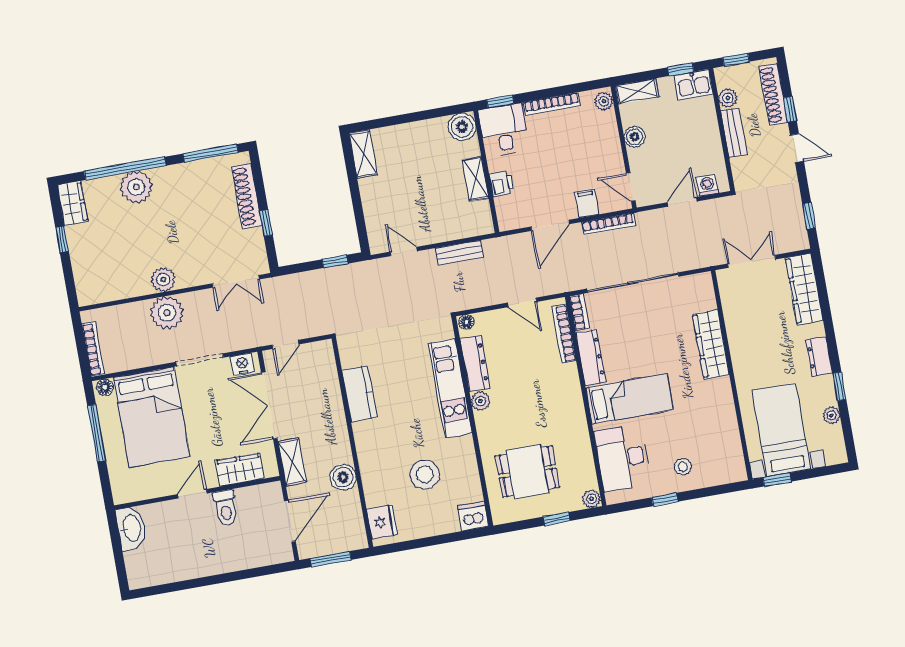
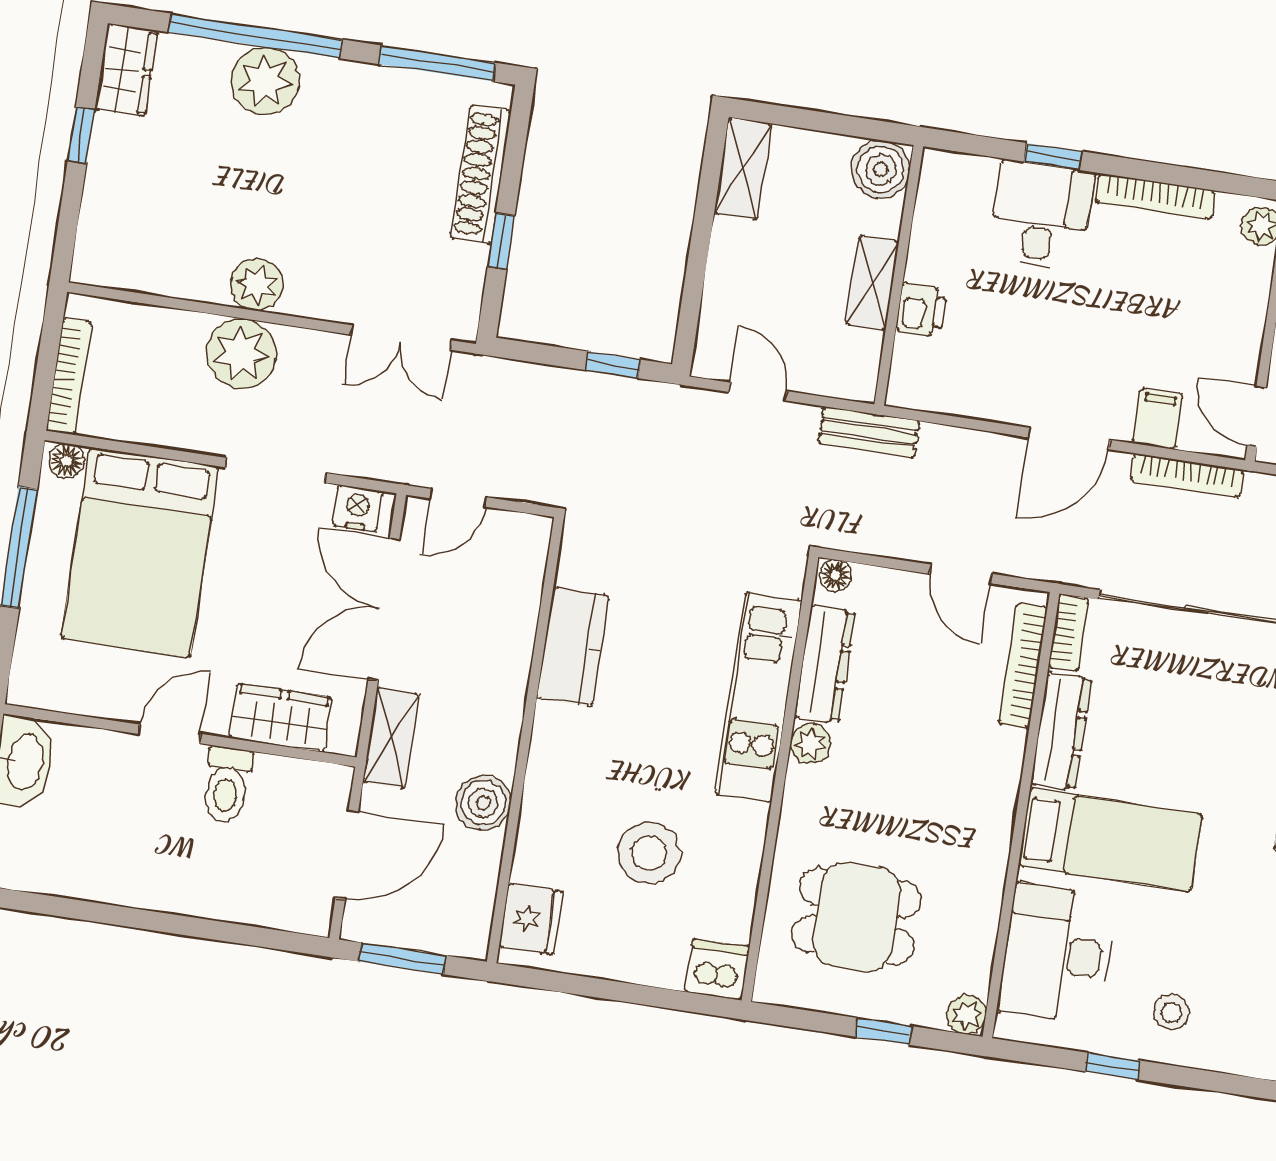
boiler: (462, 127) -> (881, 169), moved
wall: (486, 172) -> (899, 275), moved
shelving: (476, 179) -> (872, 283), moved
printer: (502, 183) -> (921, 310), moved

